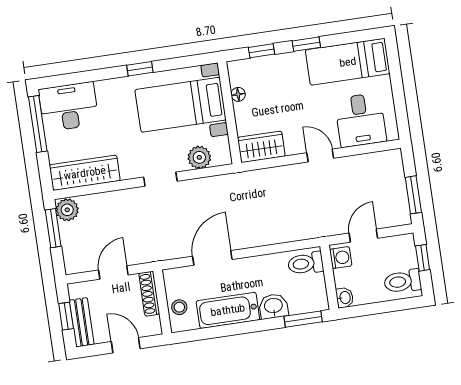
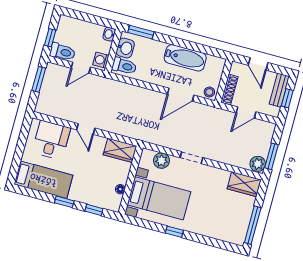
desk: (69, 107) -> (229, 227), removed
wardrobe: (85, 173) -> (244, 184), width x0.67
toilet: (403, 281) -> (63, 52), moved
washbasin: (273, 306) -> (125, 48), moved, turned -90
stool: (179, 307) -> (209, 92), moved

